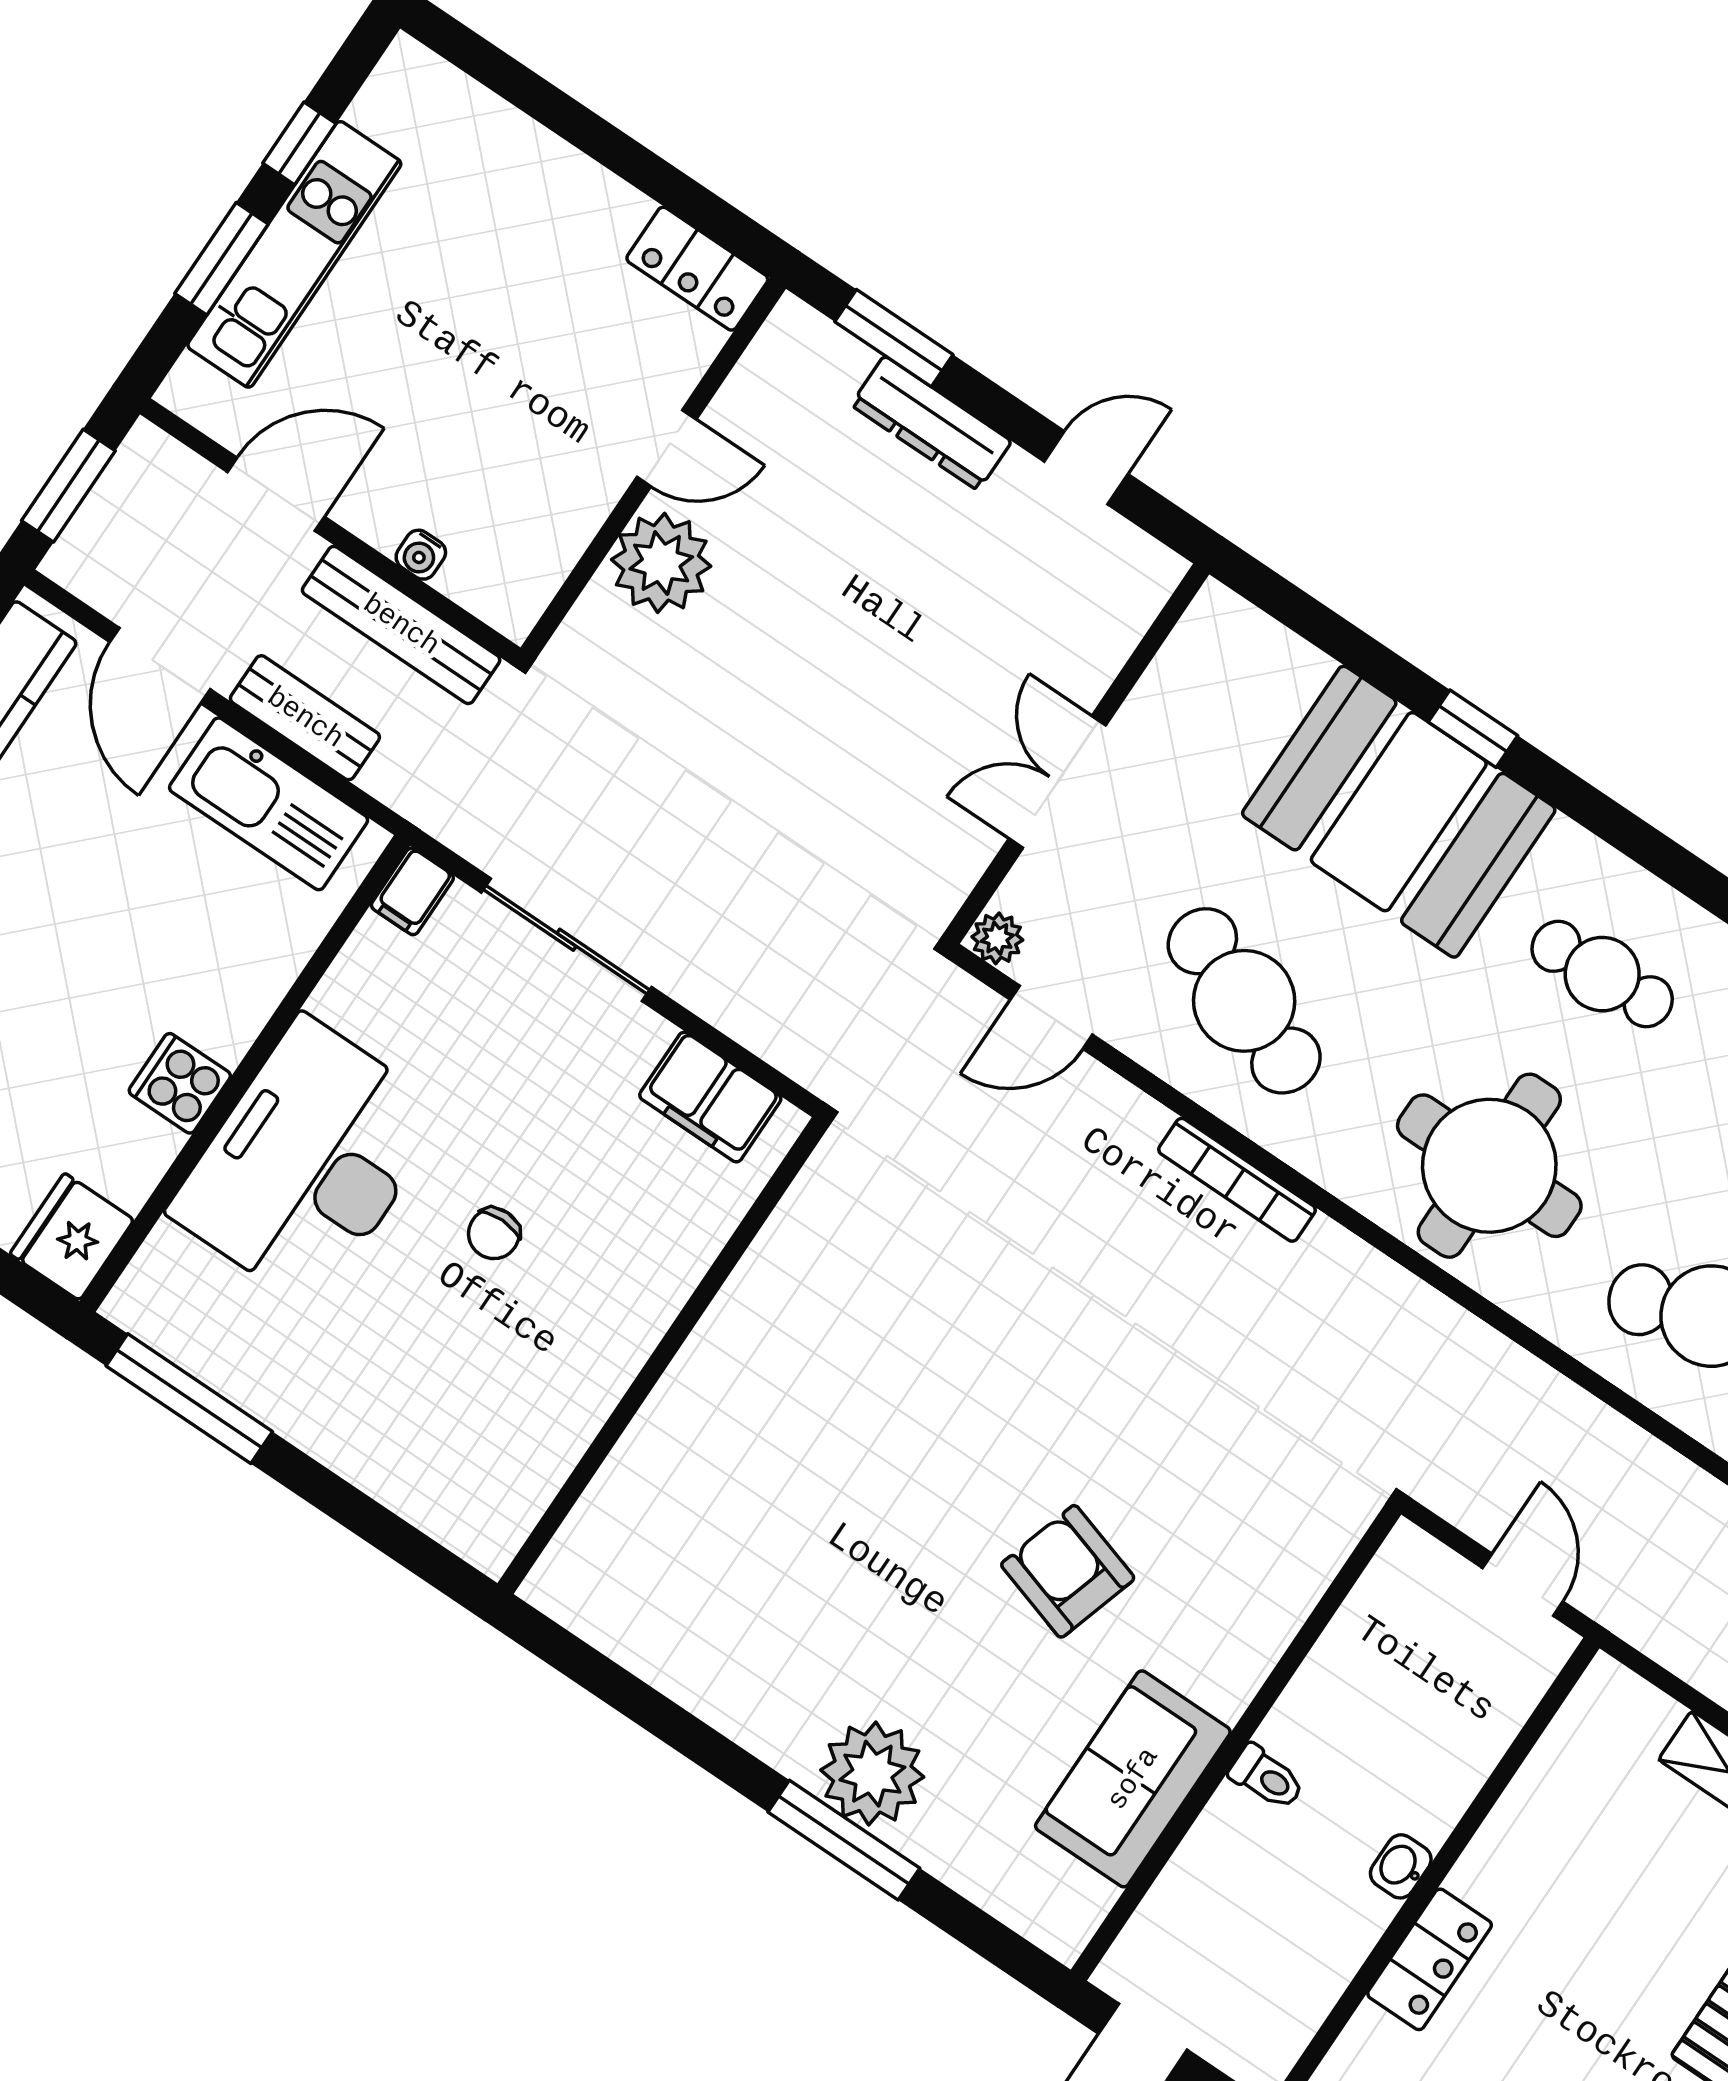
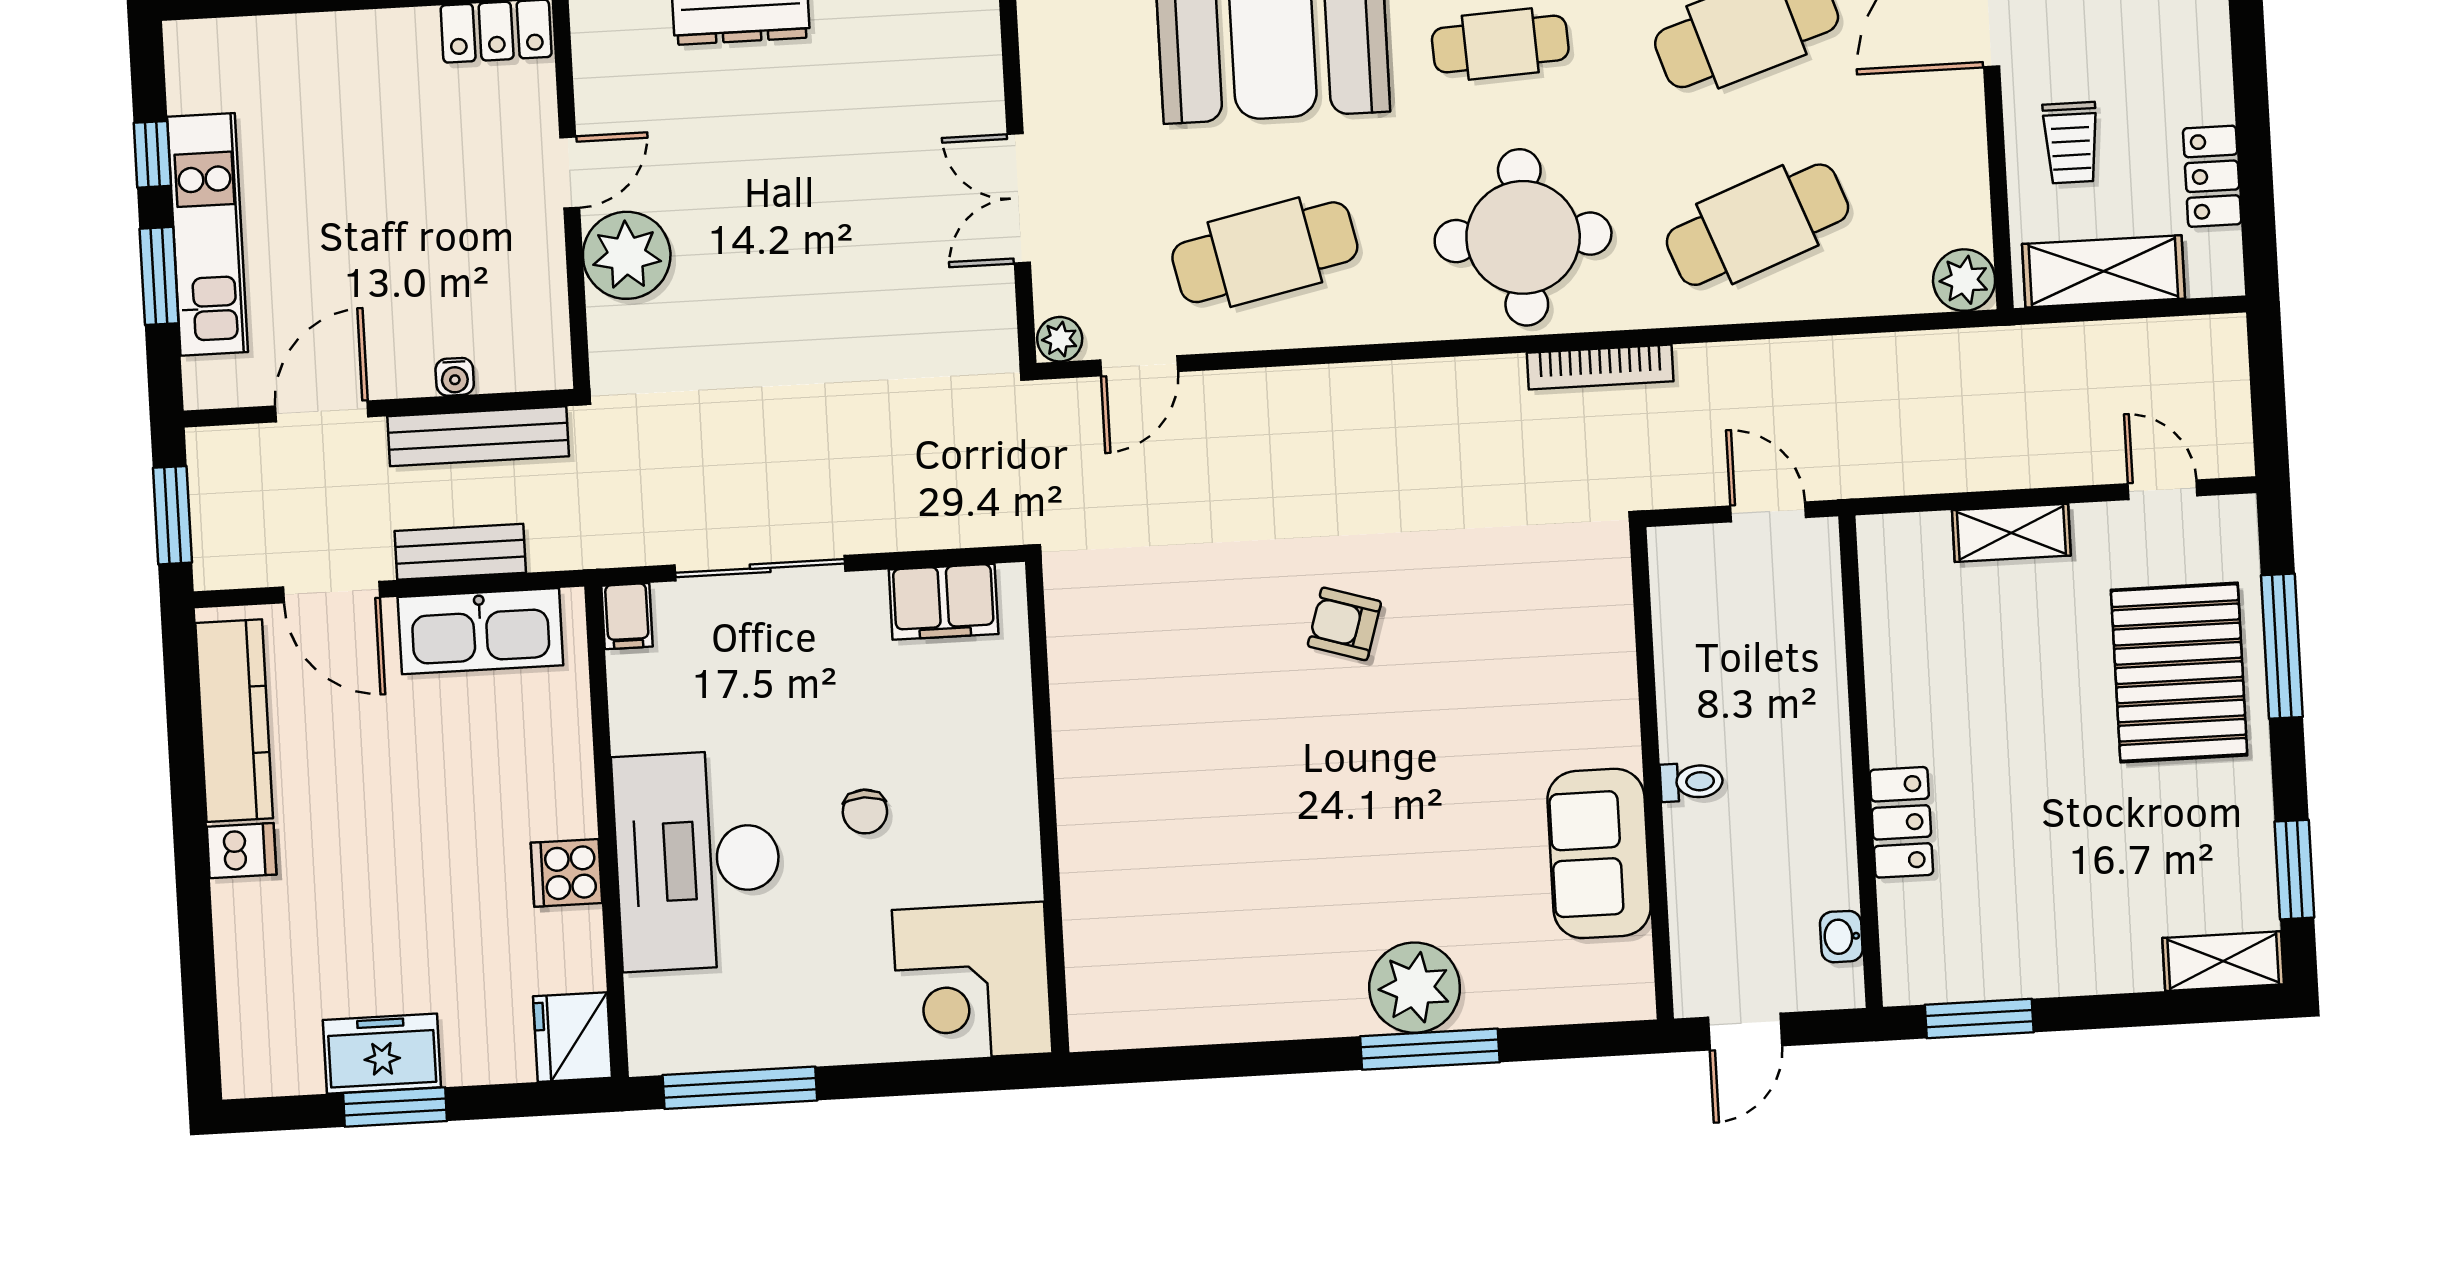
cafe table: (1244, 1001) -> (1265, 252), turned -33
bookcase: (1237, 1180) -> (1600, 367), moved
corner desk: (474, 1462) -> (972, 982), added
armchair: (1068, 1571) -> (1344, 624), moved, width x0.72, depth x0.72
washbasin: (1401, 1866) -> (1841, 937), moved

